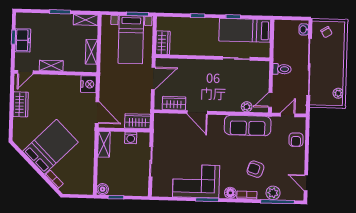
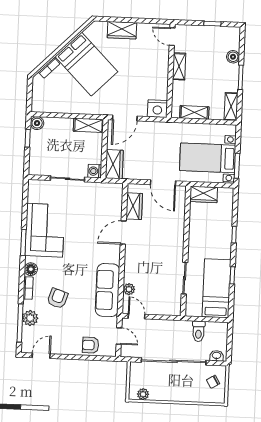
boiler: (42, 19) -> (233, 57), added
freezer: (23, 40) -> (209, 34), removed
toilet: (282, 69) -> (199, 331), moved
wardrobe: (21, 104) -> (122, 30), moved
washing machine: (131, 138) -> (95, 171), moved

